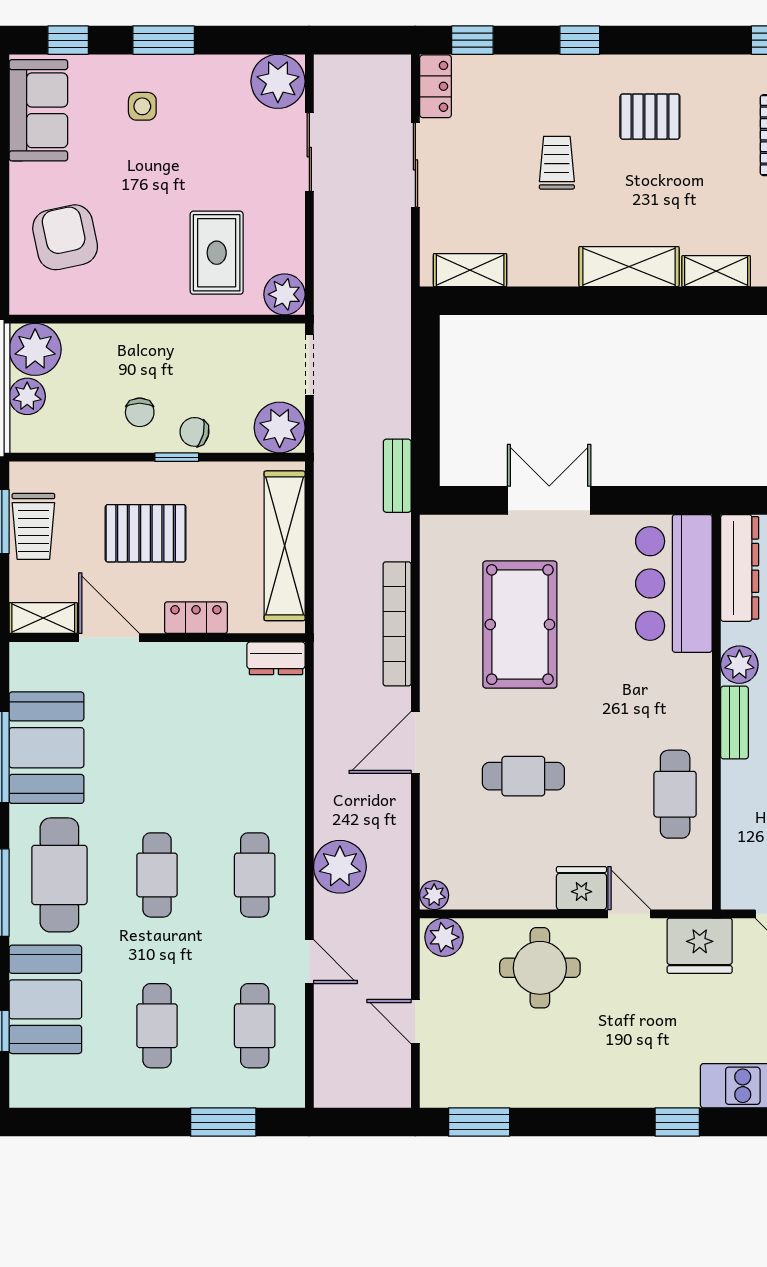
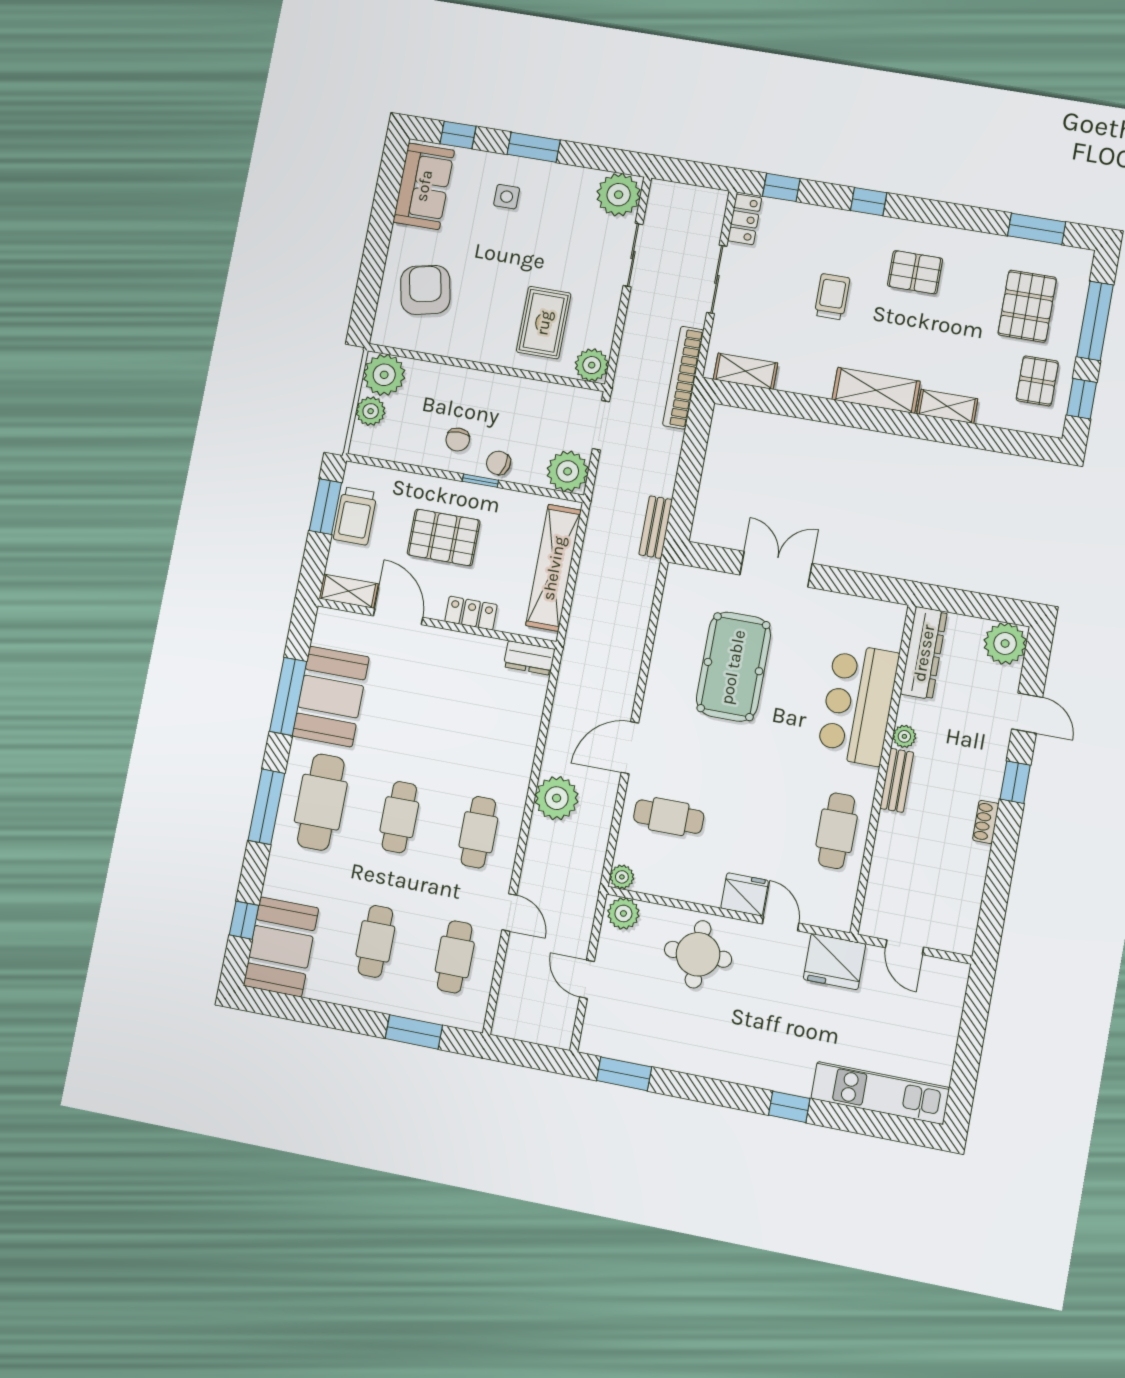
bar counter: (674, 583) -> (858, 704), moved
bookcase: (397, 624) -> (683, 378), moved
plant: (739, 665) -> (904, 736), width x0.73, depth x0.73
cafe table: (523, 776) -> (669, 817), moved
plant: (340, 867) -> (557, 798), moved
booth: (45, 999) -> (281, 947), moved

